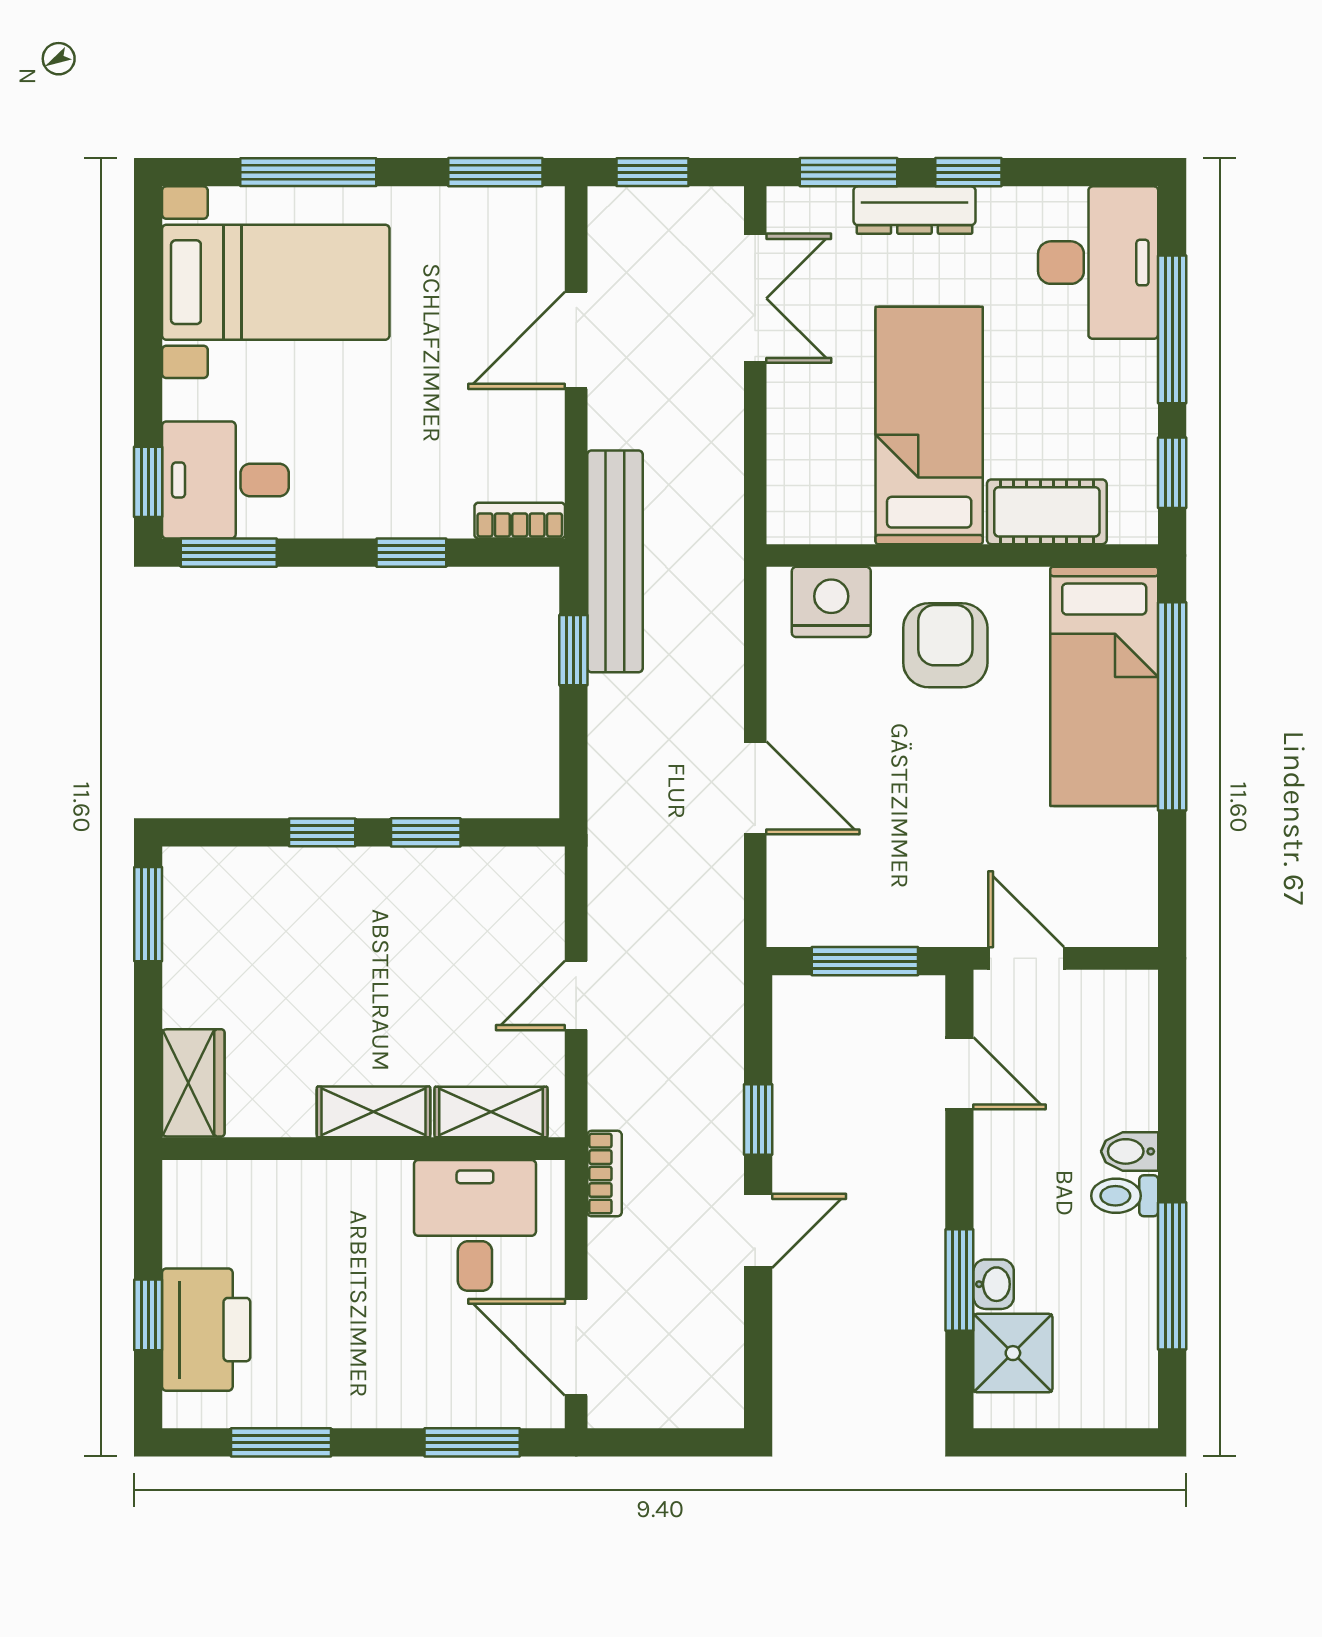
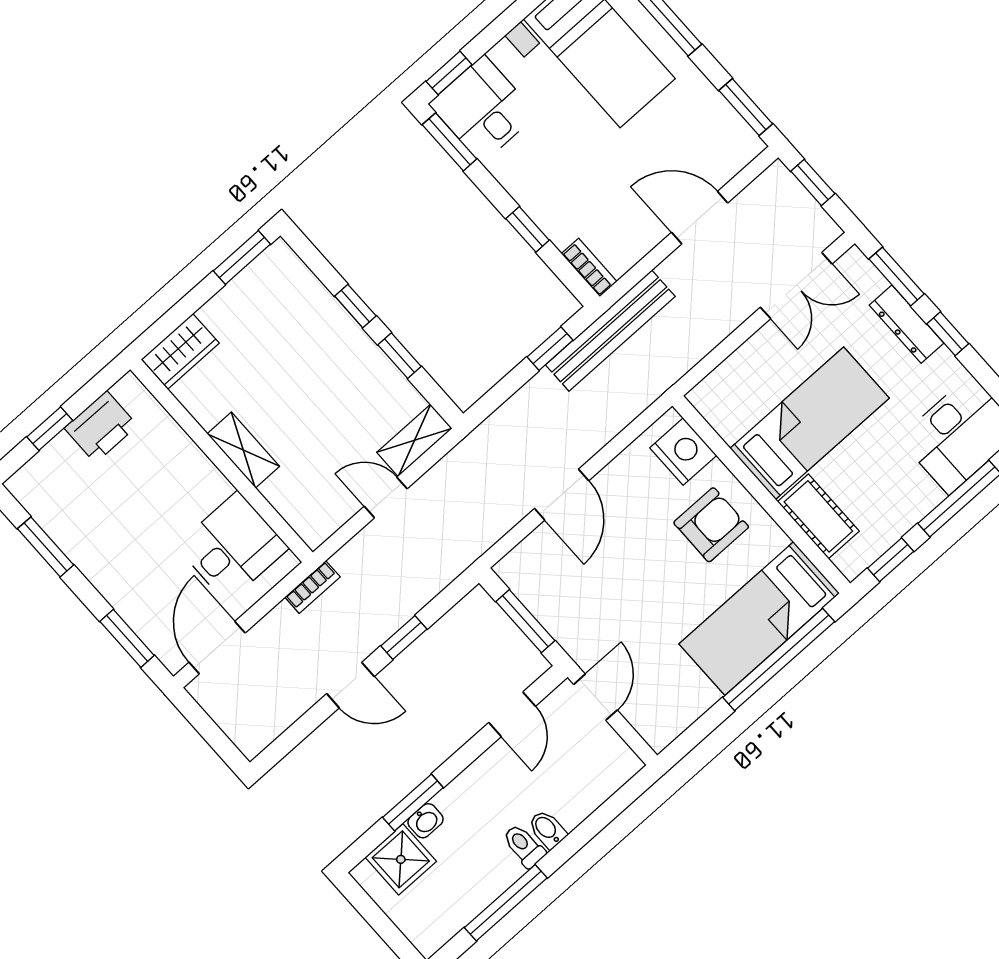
shelving: (491, 1112) -> (414, 440), moved, turned 90
printer: (206, 1330) -> (101, 427), moved, width x0.73, depth x0.84

